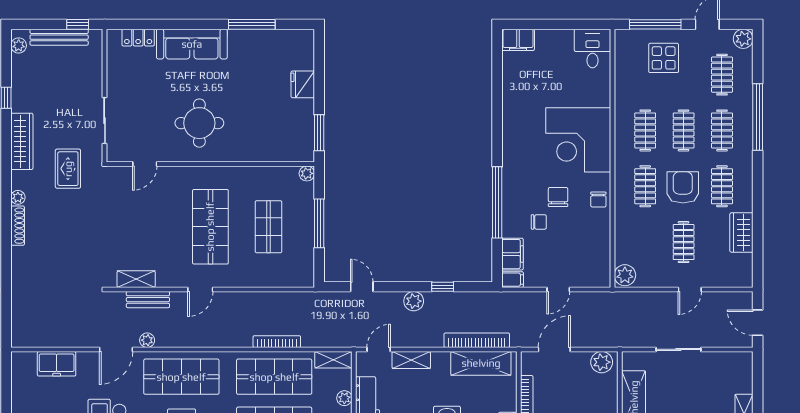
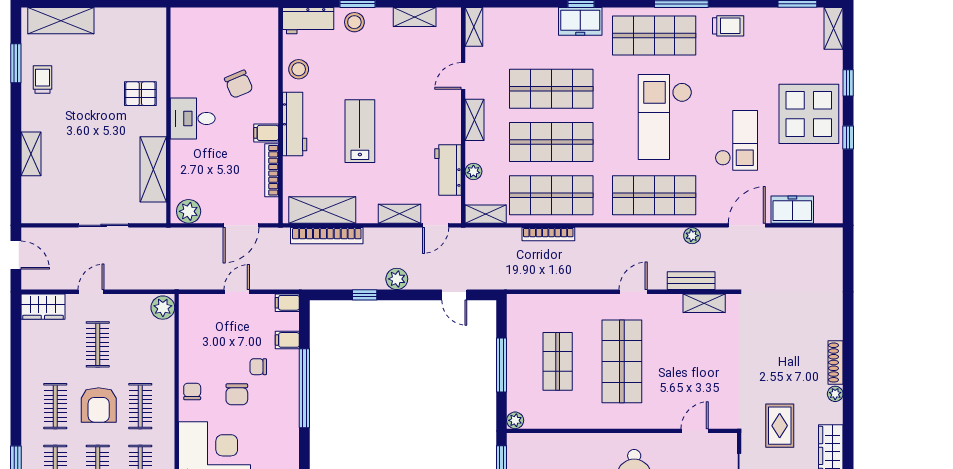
wardrobe: (741, 232) -> (43, 307), moved, turned 90
filing cabinet: (512, 254) -> (287, 340), width x0.50
door: (116, 349) -> (747, 225), moved

